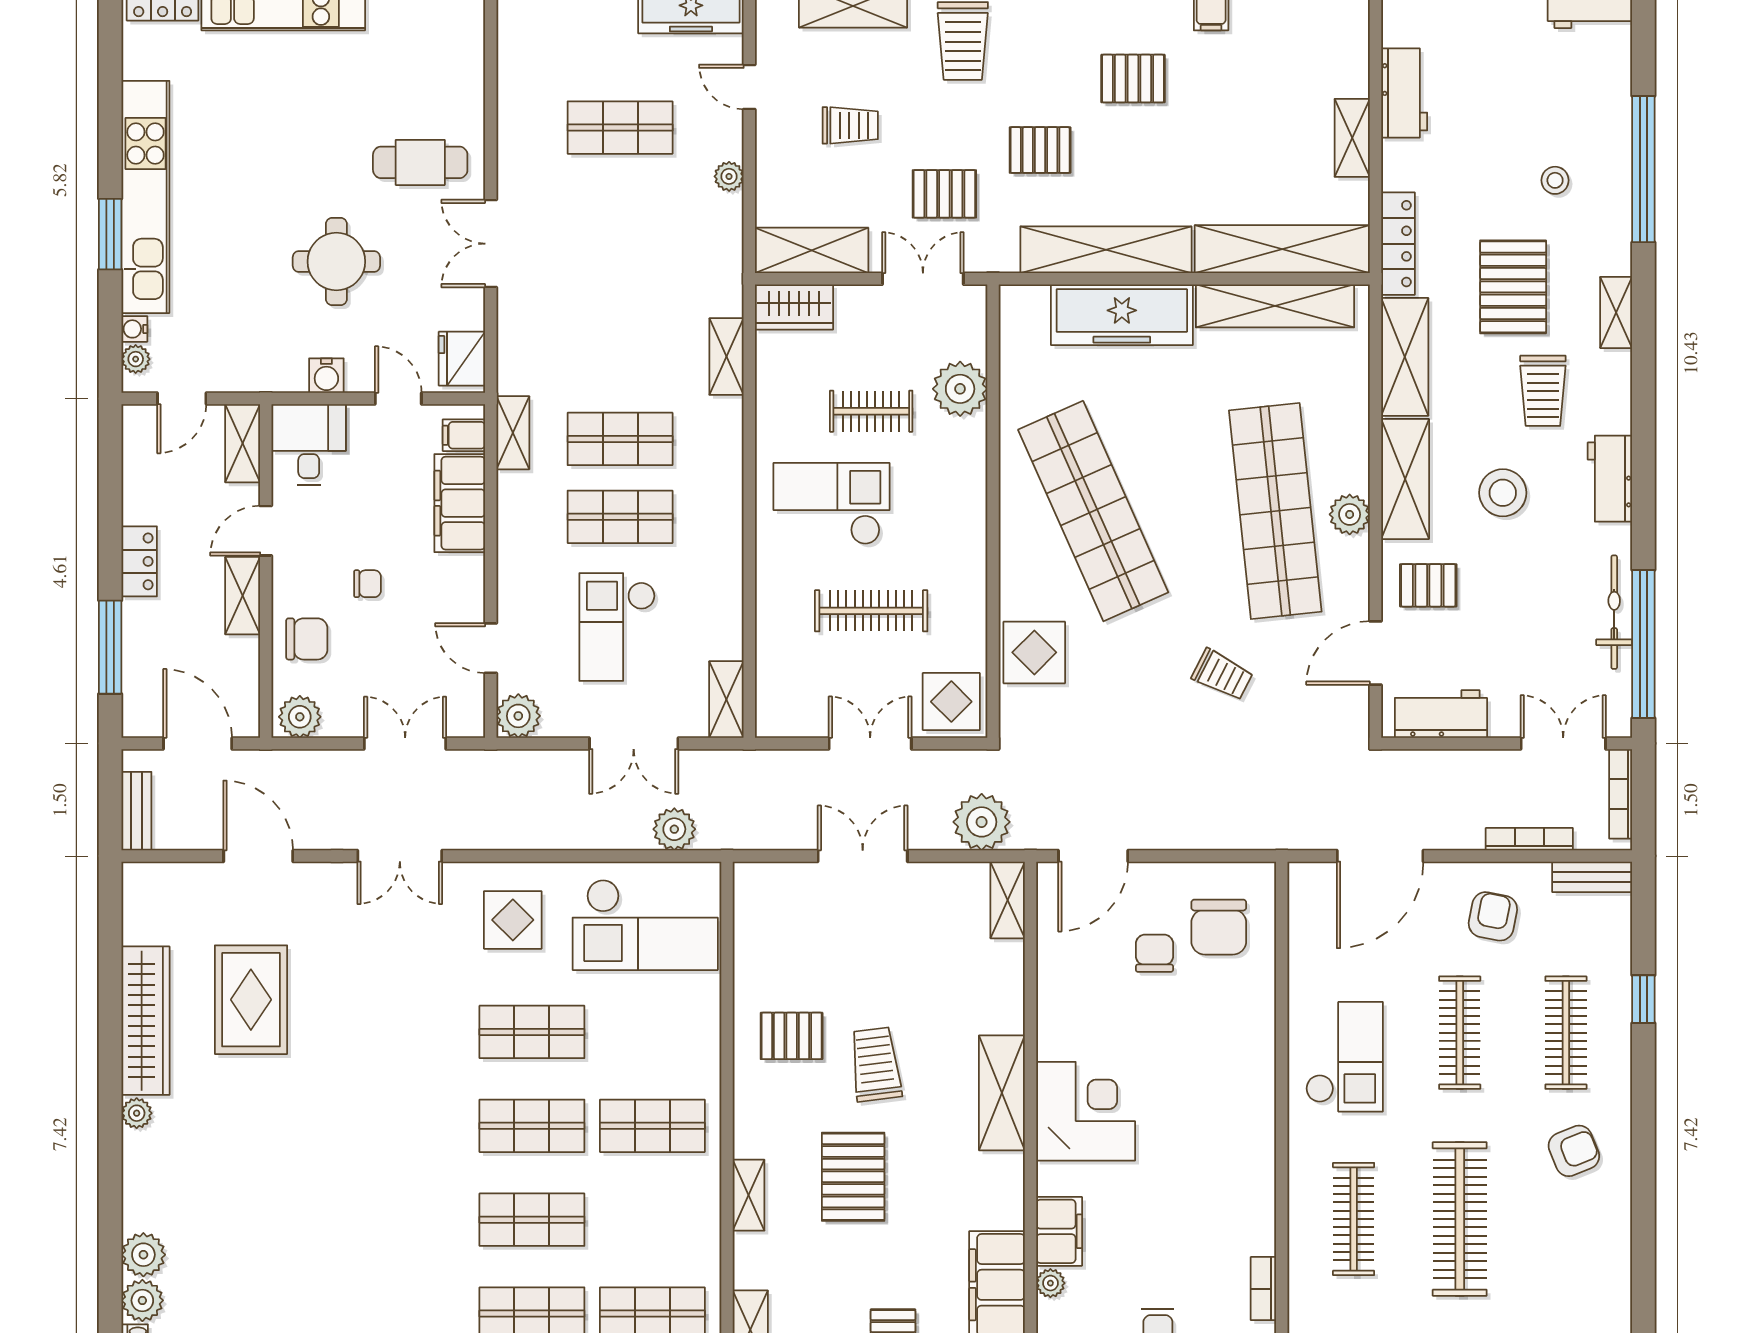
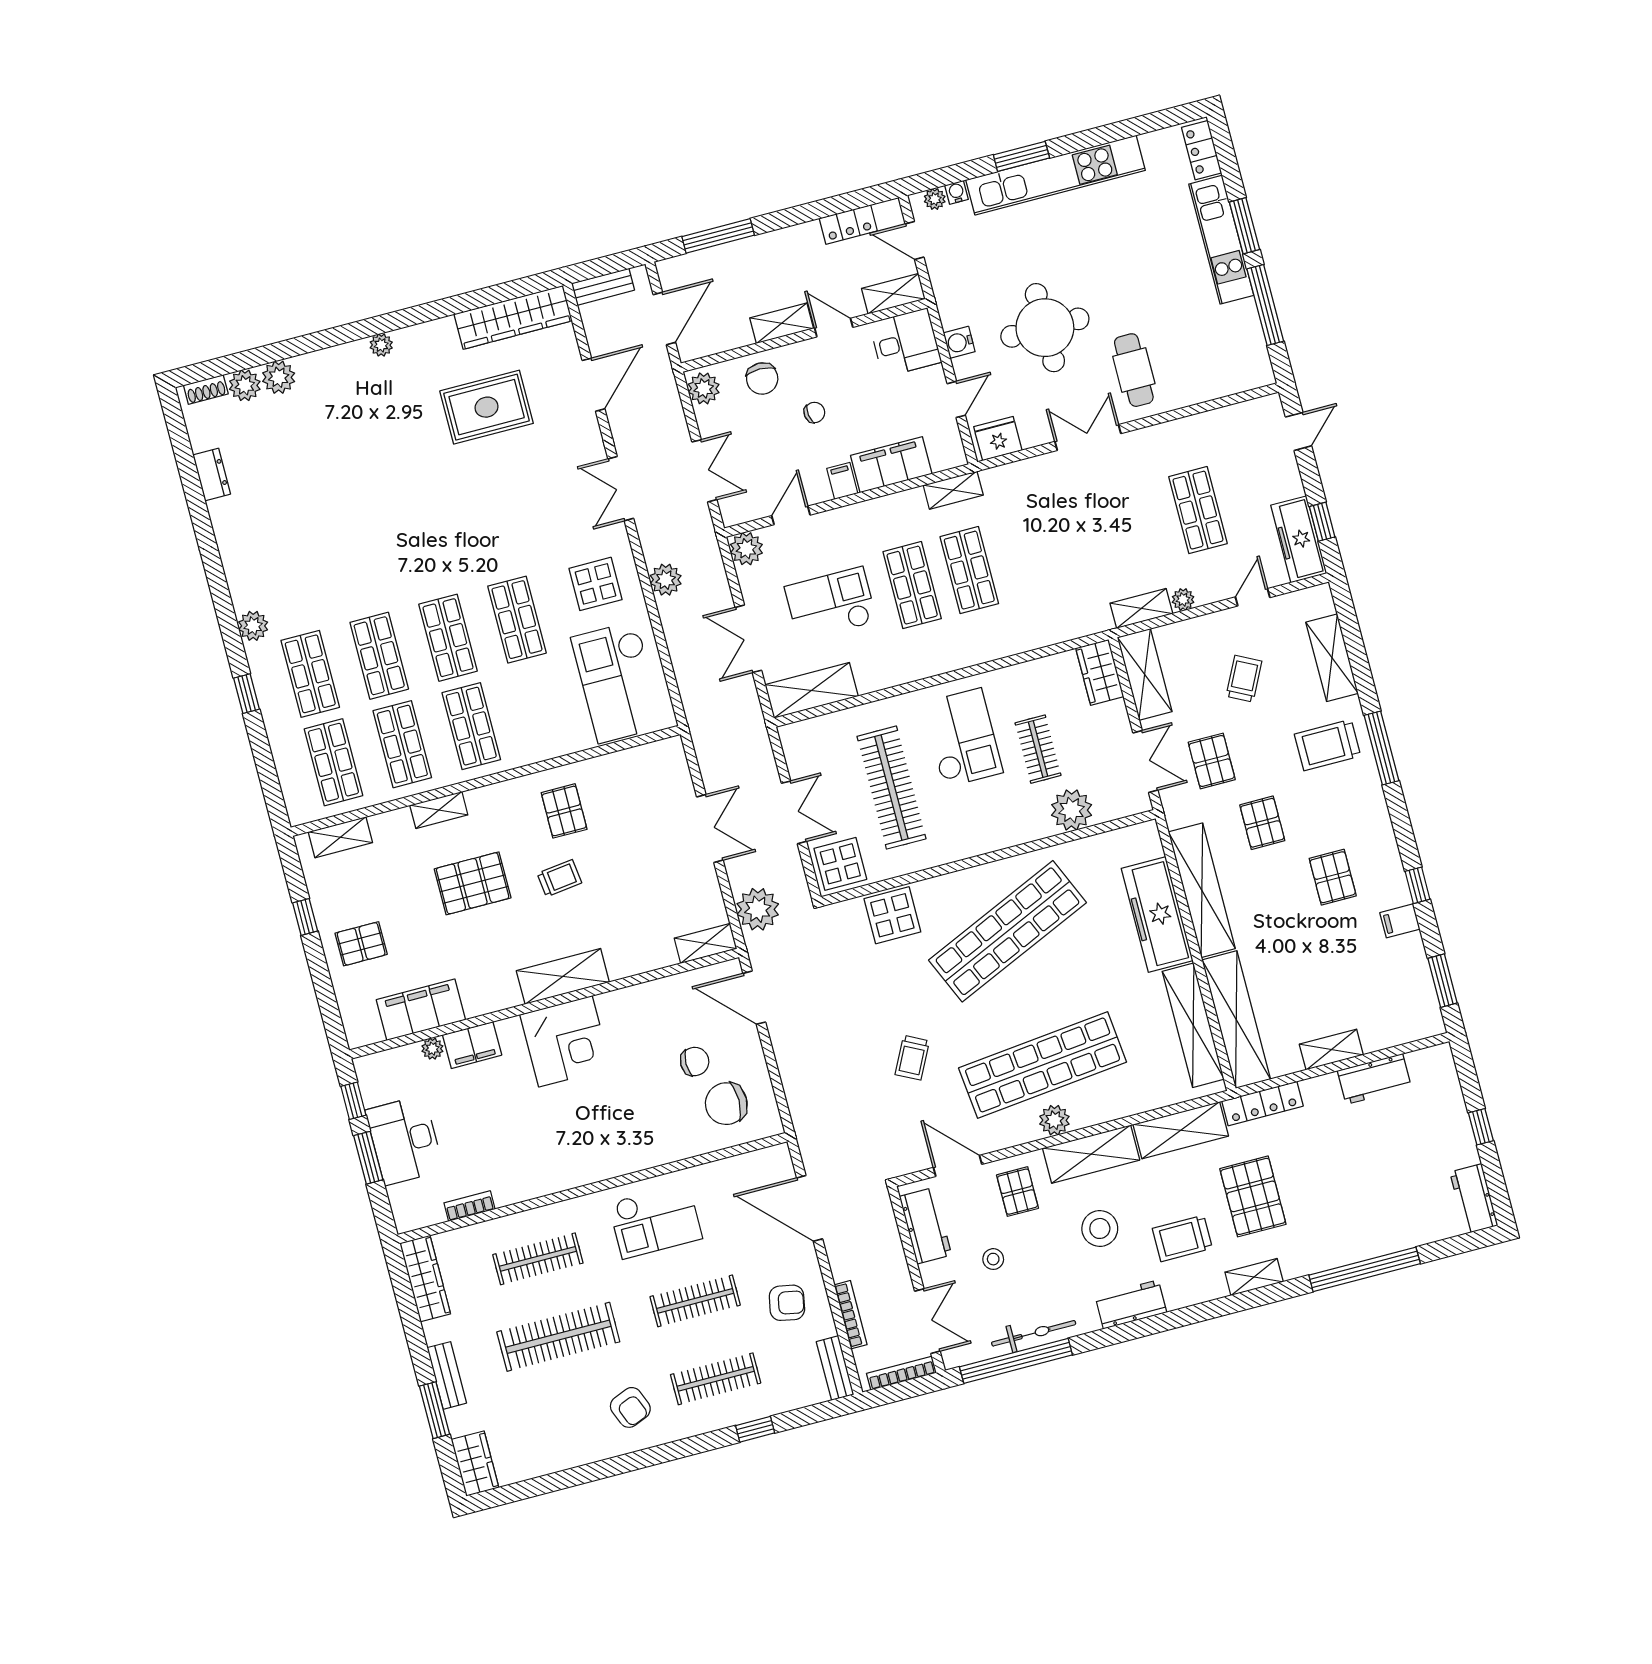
trolley: (850, 125) -> (1244, 679), turned -153
stool: (1555, 180) -> (993, 1259), moved
round table: (336, 262) -> (1045, 328), width x1.36, depth x1.36
pallet: (1513, 287) -> (1253, 1196), turned 90
shelving: (727, 357) -> (1141, 608), moved
filing cabinet: (464, 435) -> (842, 481), moved
locker: (139, 561) -> (848, 225), moved
chair: (367, 584) -> (814, 412), turned -98
clothes rail: (871, 611) -> (891, 788), width x1.37, depth x1.31
shelving: (726, 699) -> (812, 690), width x1.50, depth x1.33
plant: (674, 829) -> (666, 580), moved
wardrobe: (146, 1021) -> (513, 317), moved
trolley: (876, 1064) -> (559, 878), width x0.73, depth x0.72
shop shelf: (652, 1220) -> (402, 744), added

